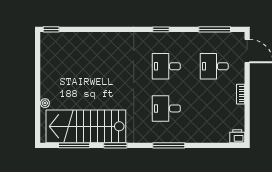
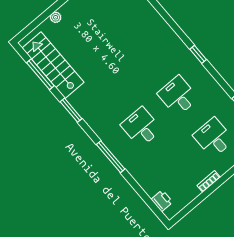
window: (161, 29) -> (198, 54), moved
stairs: (86, 126) -> (53, 65), width x0.73, depth x0.66
printer: (237, 136) -> (162, 201), moved

